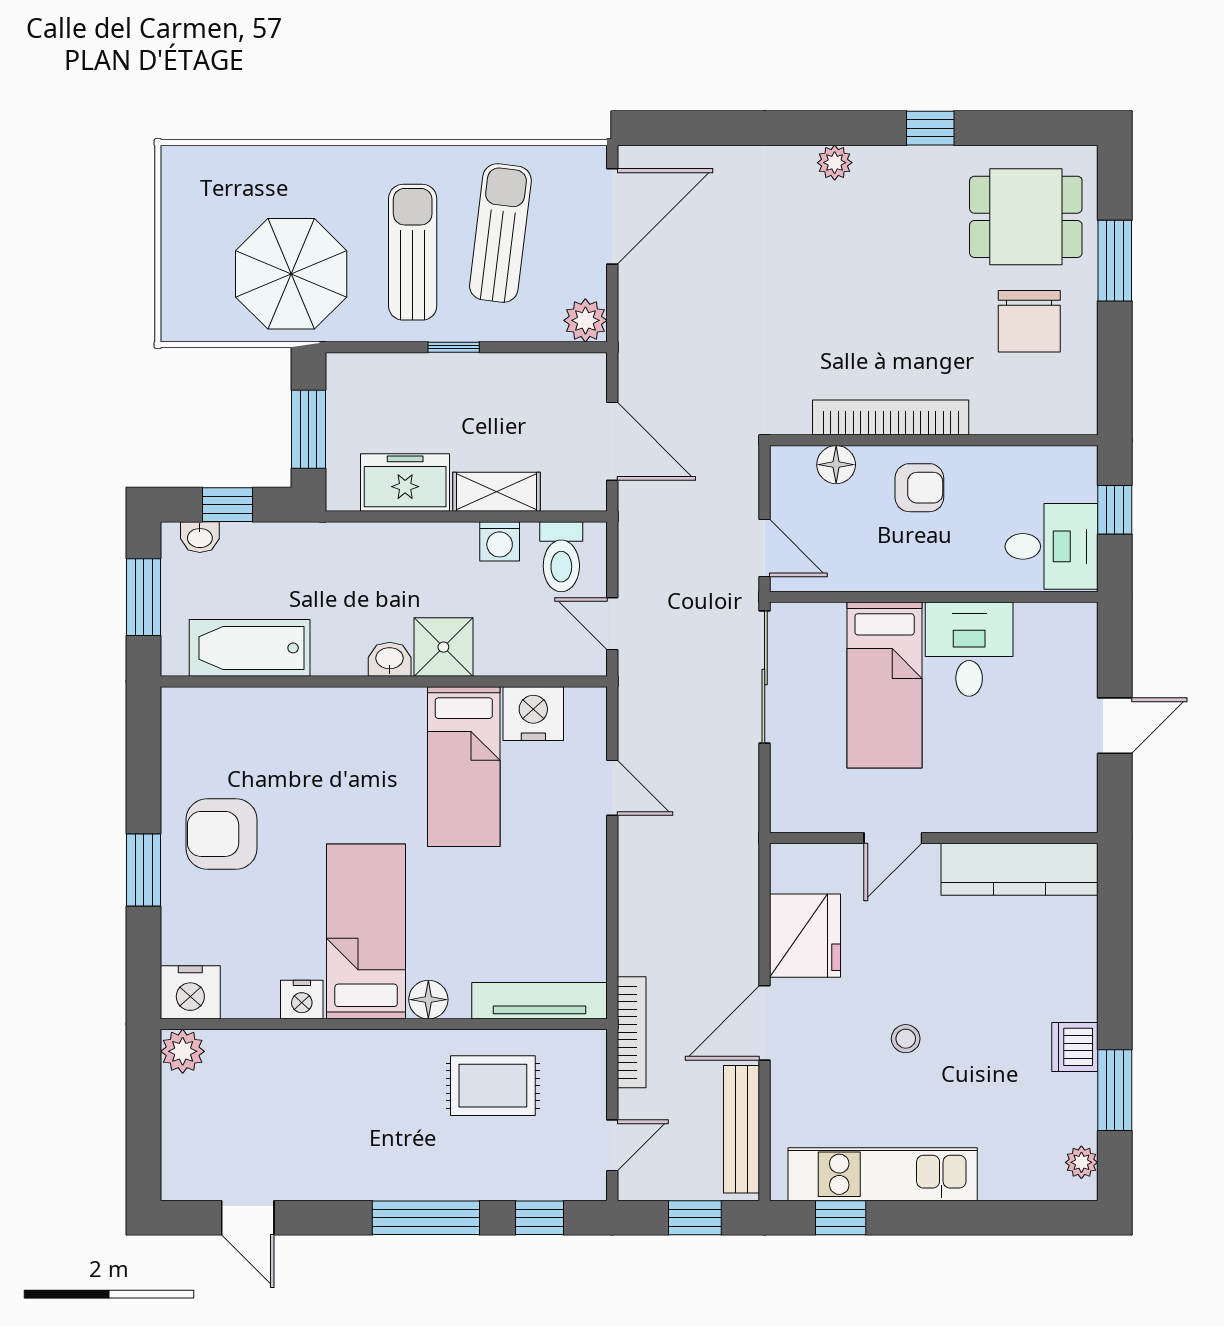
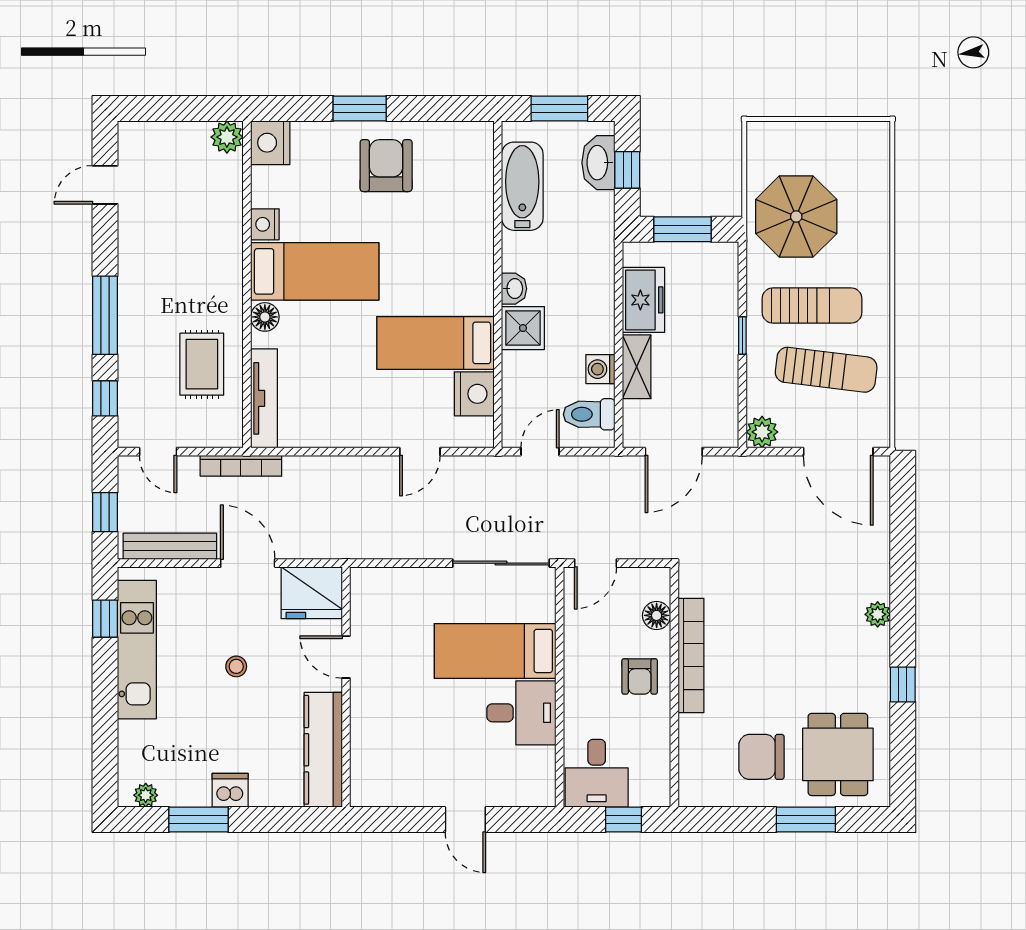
washbasin: (200, 537) -> (598, 163), width x1.91, depth x1.45
door: (893, 838) -> (346, 657), moved
wall: (934, 838) -> (346, 687), moved
kitchen counter: (1019, 869) -> (323, 750), moved

